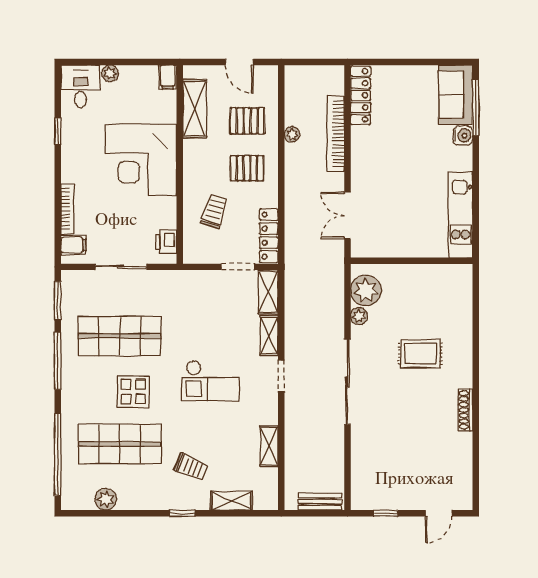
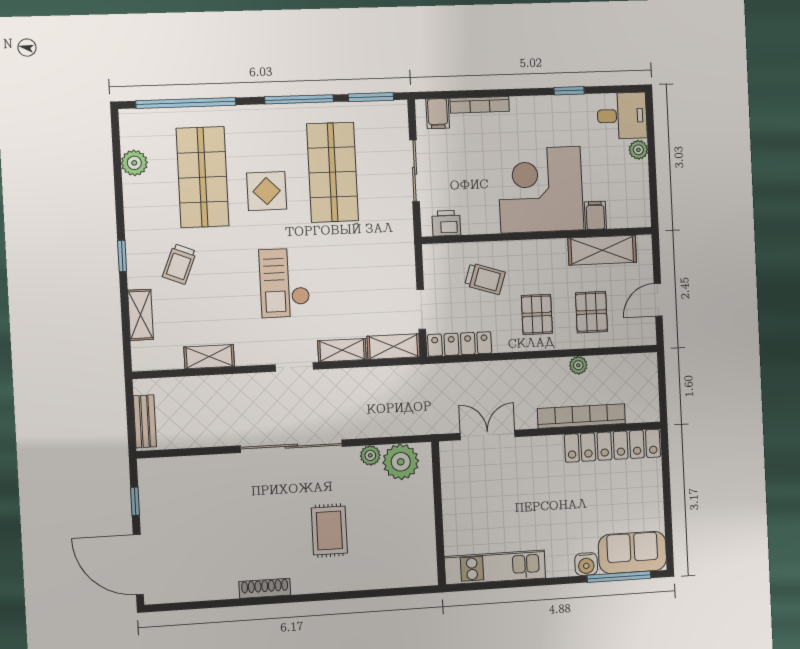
filing cabinet: (168, 77) -> (595, 215), moved, turned 90
locker: (361, 95) -> (613, 446), width x1.41, depth x1.21
door: (439, 513) -> (138, 565), width x1.87

